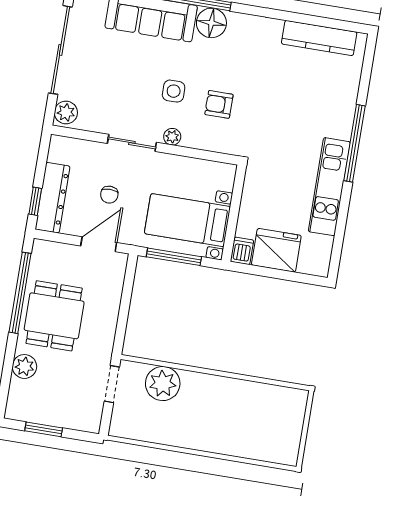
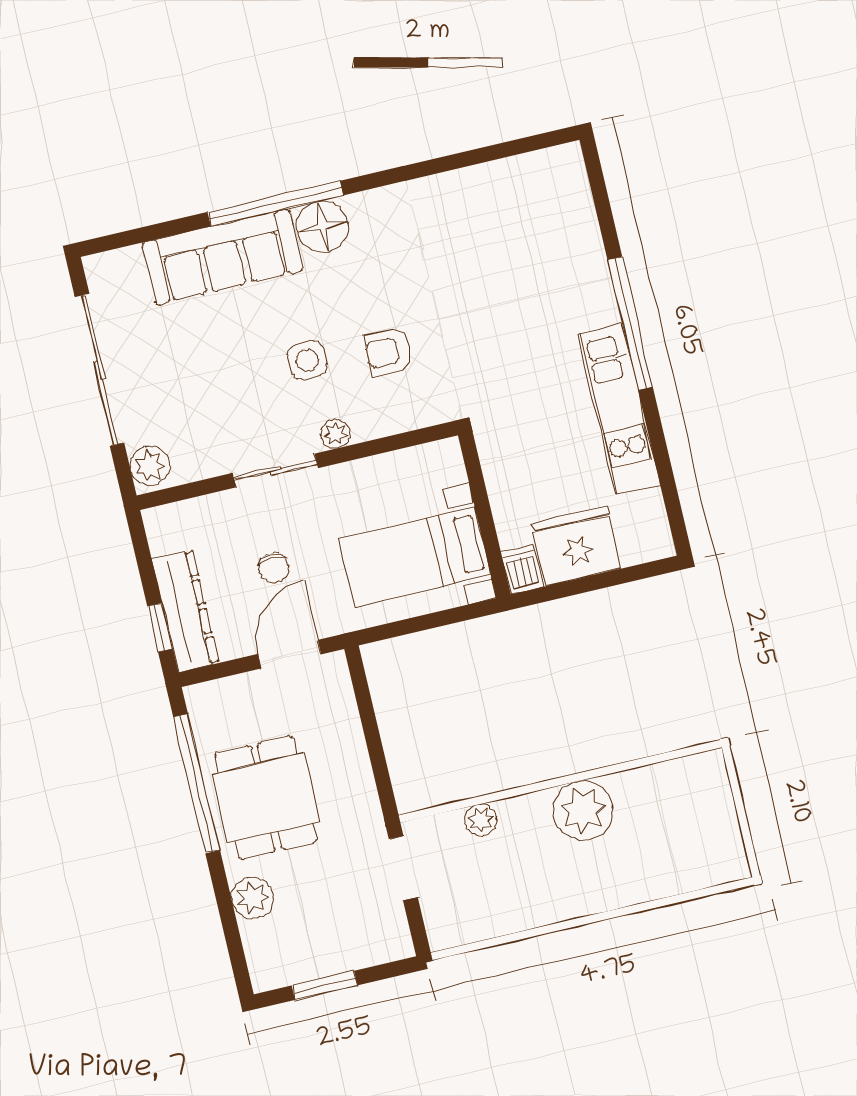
kitchen counter: (319, 38) -> (504, 179), removed
window: (174, 257) -> (418, 624), removed
plant: (163, 384) -> (481, 820), width x0.53, depth x0.53
plant: (221, 393) -> (583, 810), added

